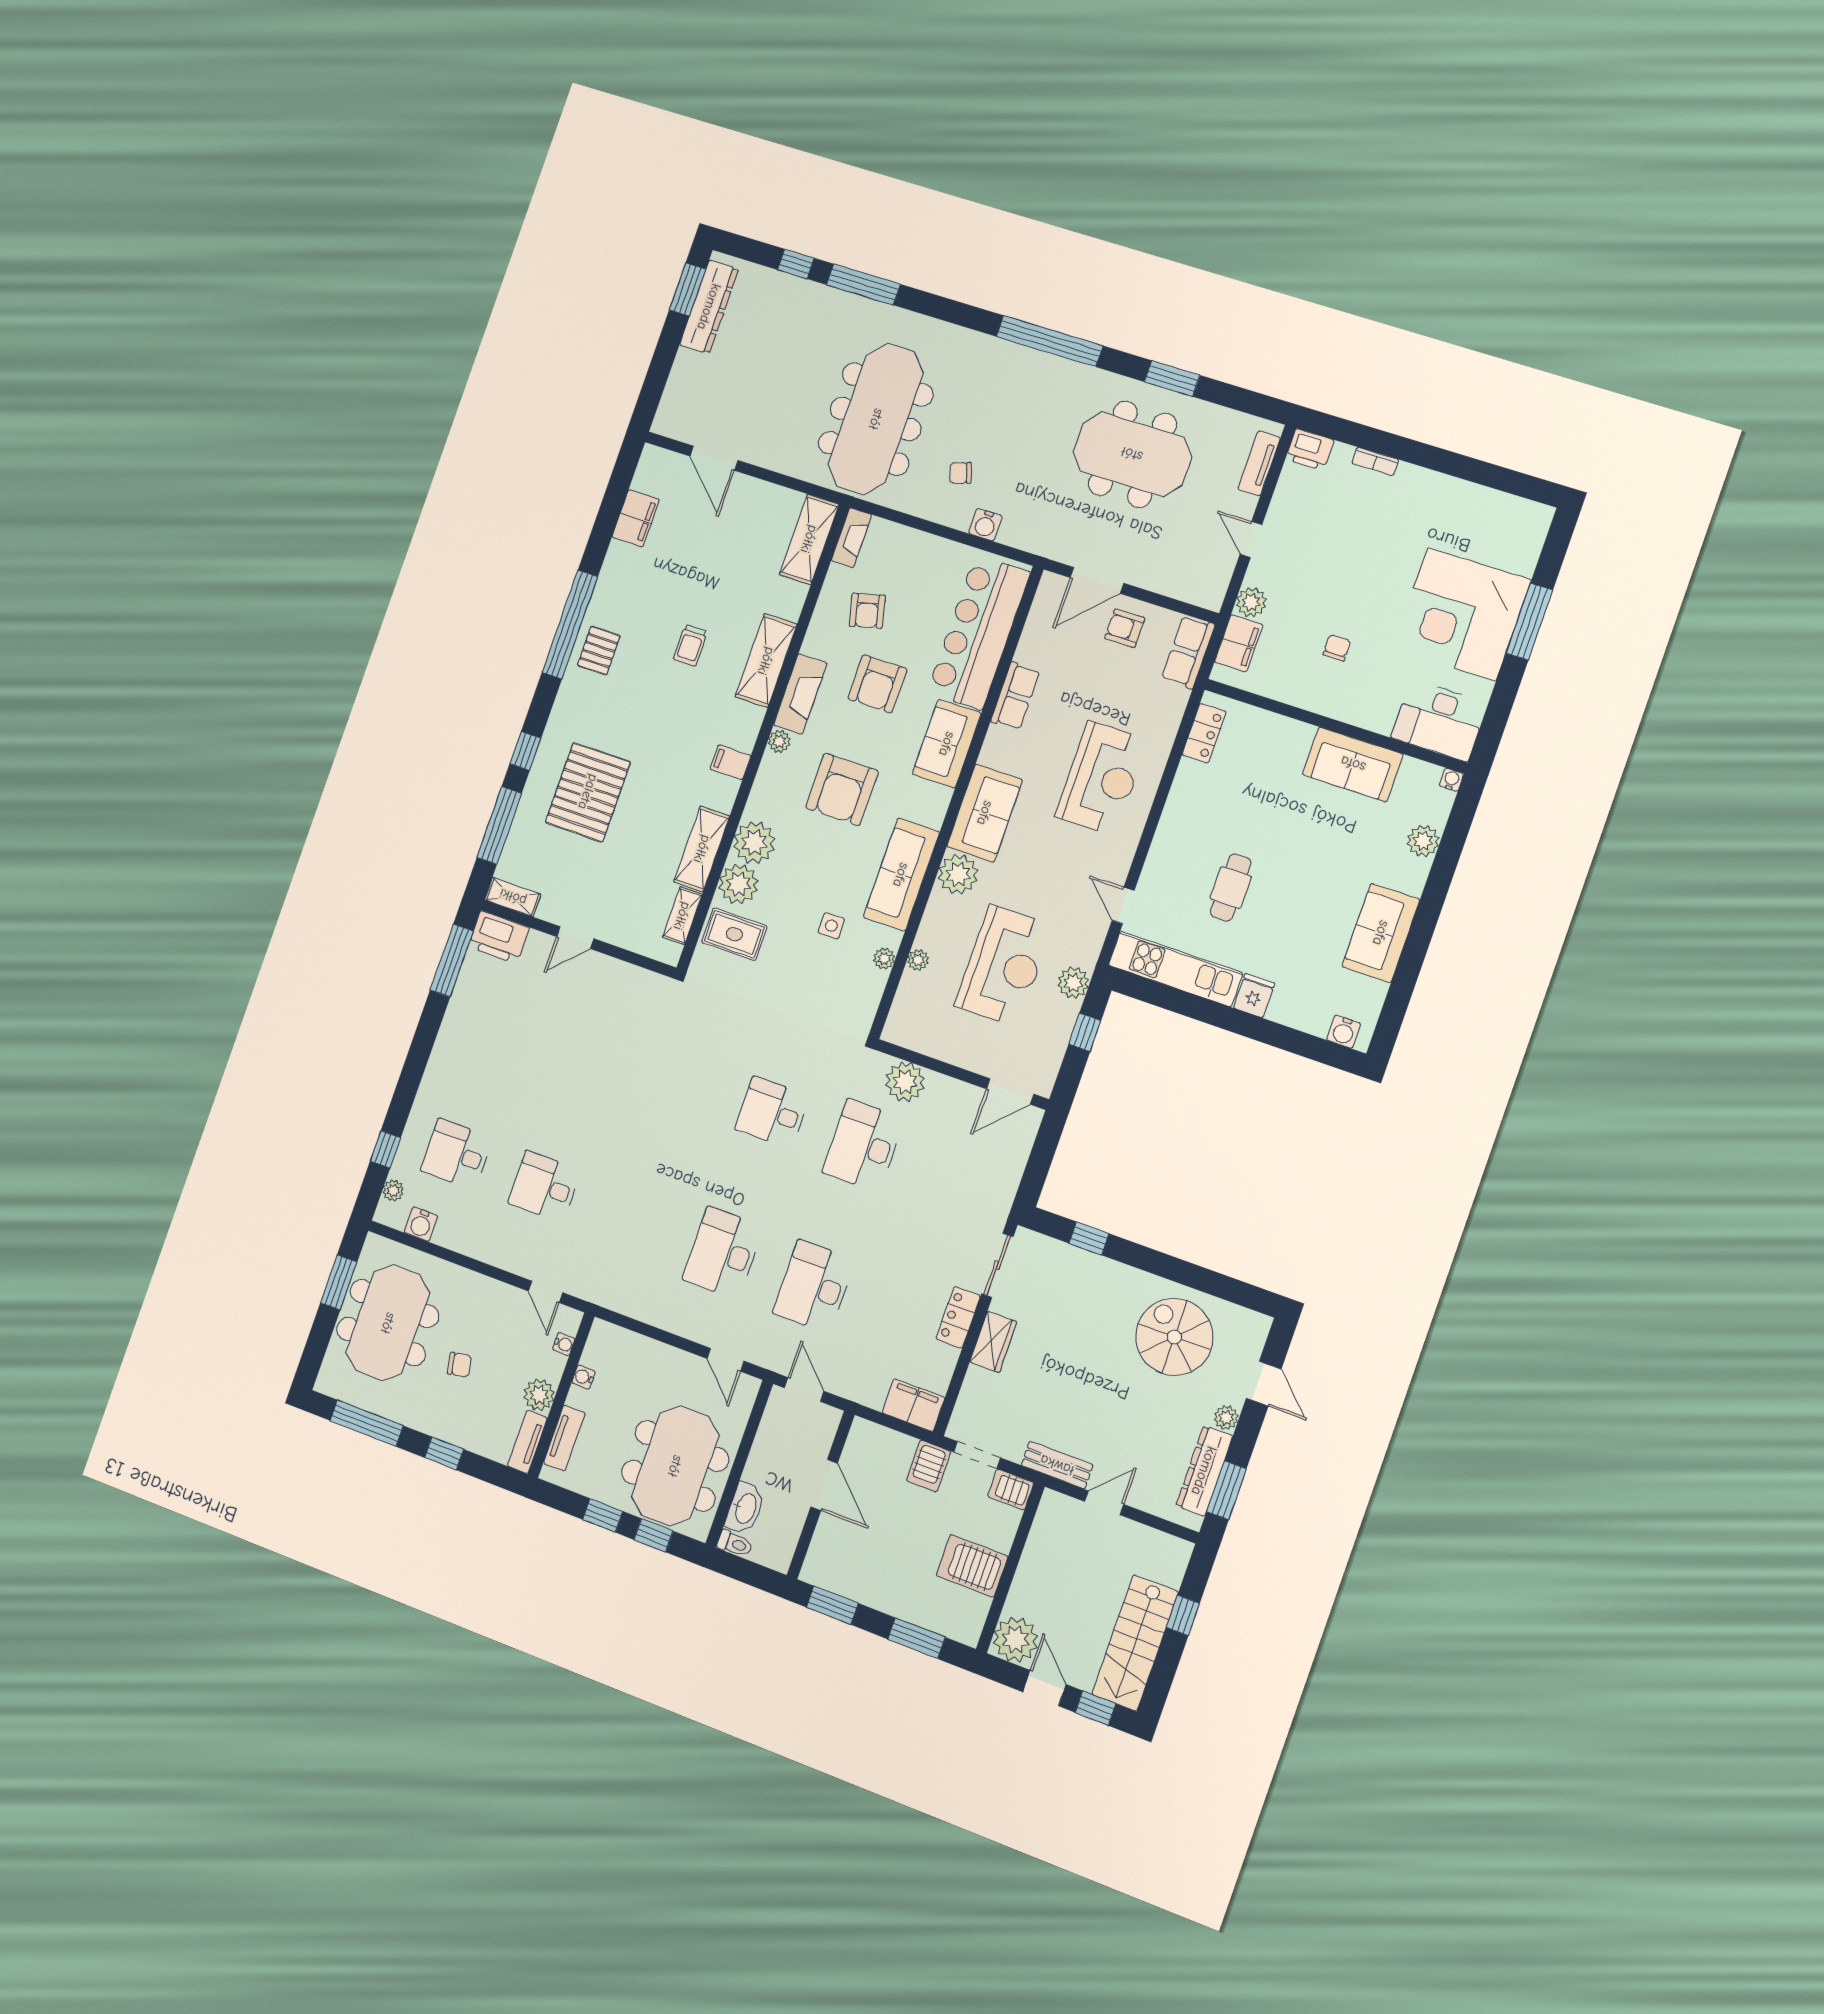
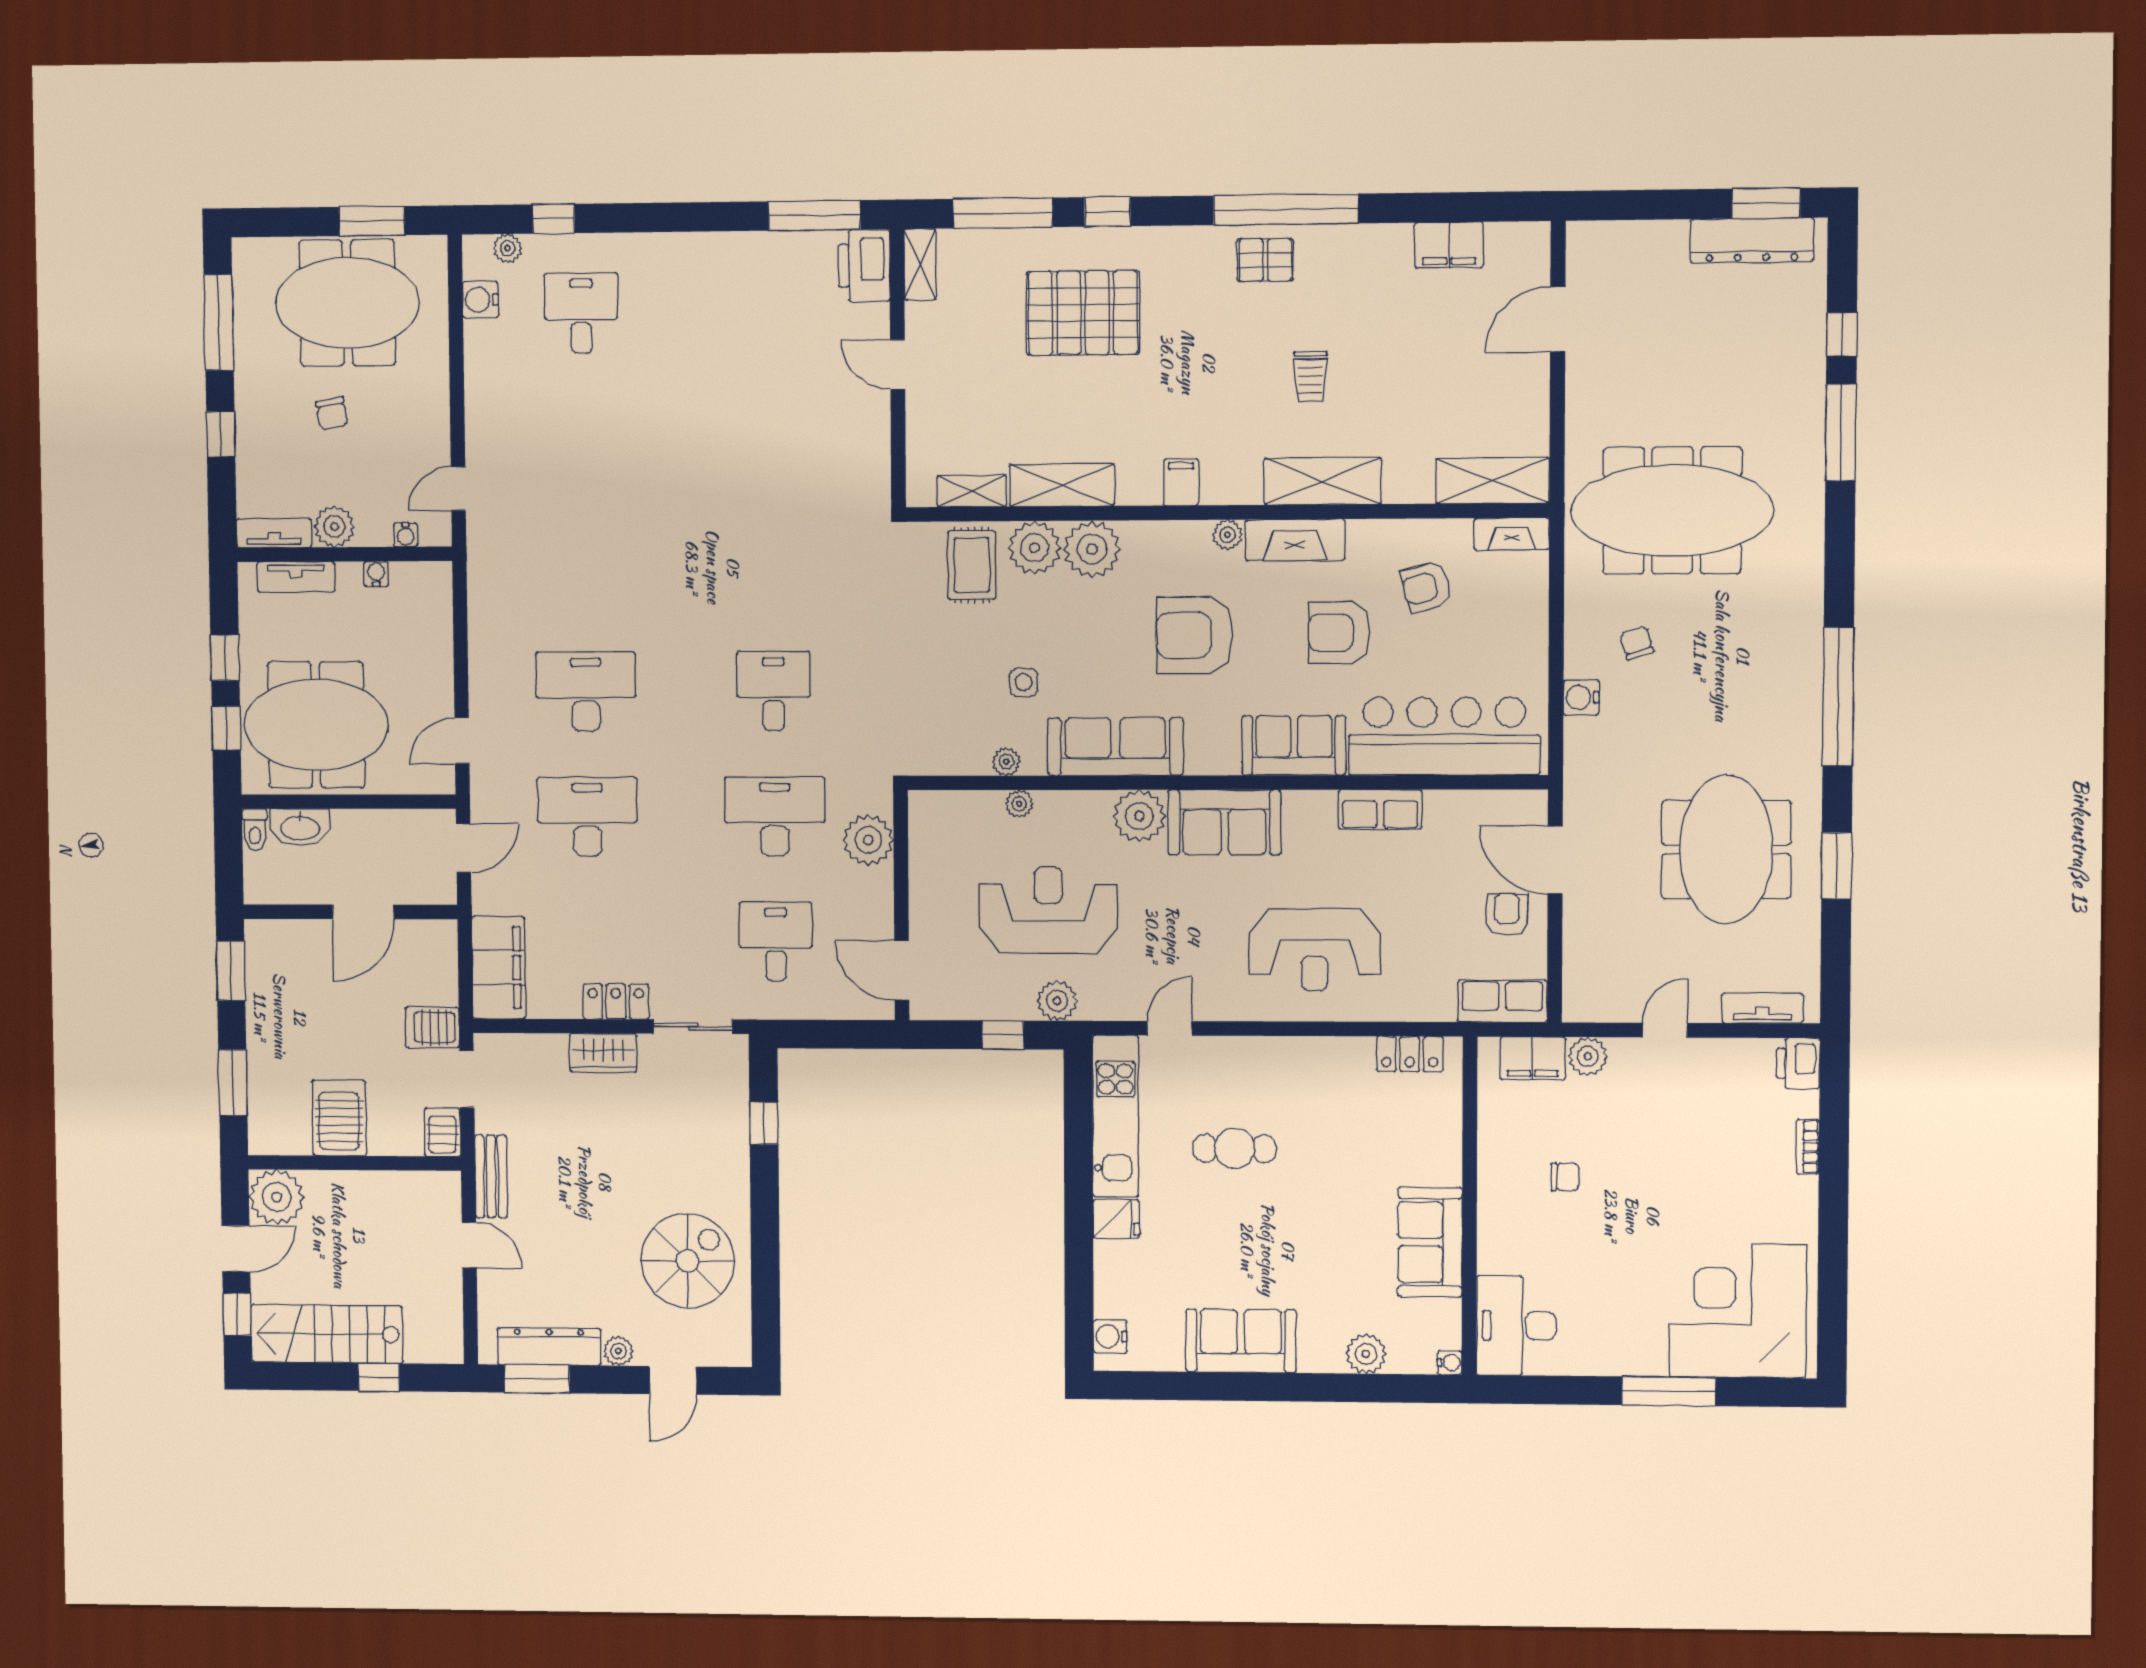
corner desk: (1462, 614) -> (1738, 1311), moved
trolley: (690, 645) -> (1310, 377), turned -90
reception desk: (1004, 966) -> (1048, 910), turned 180
desk: (544, 1187) -> (776, 941), moved
filing cabinet: (913, 1405) -> (499, 968), width x1.50, depth x1.17

